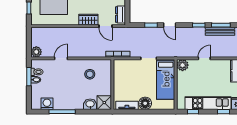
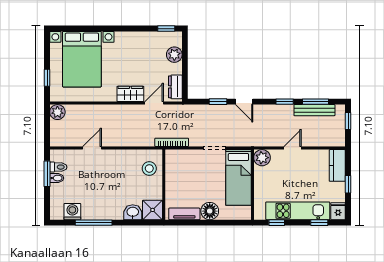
door: (105, 26) -> (154, 103), swing flipped
plant: (36, 52) -> (57, 112), moved
stool: (90, 74) -> (149, 168), moved

